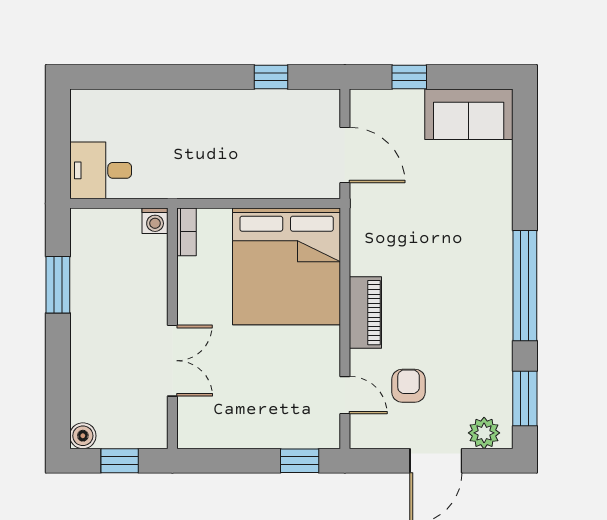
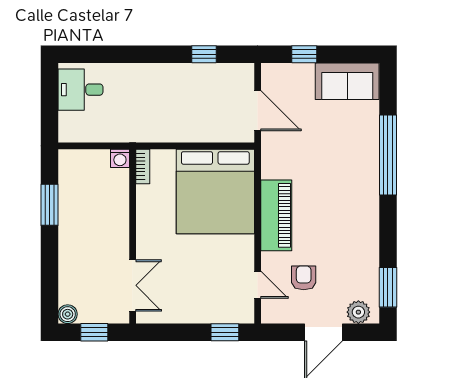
desk: (101, 170) -> (81, 90), moved
window: (525, 286) -> (388, 155), moved
piano: (365, 313) -> (276, 215), width x1.37, depth x1.33
double door: (172, 361) -> (133, 285), moved

